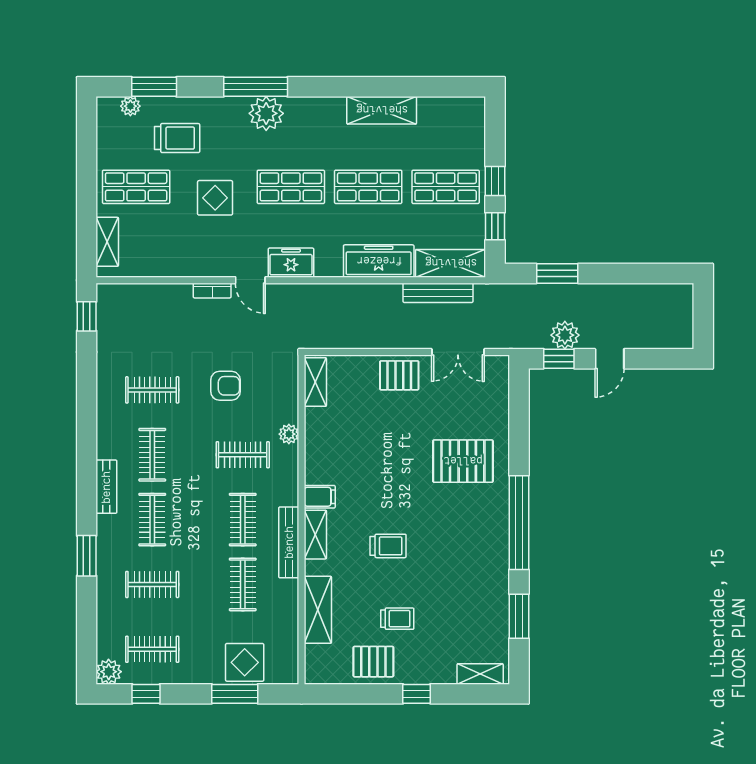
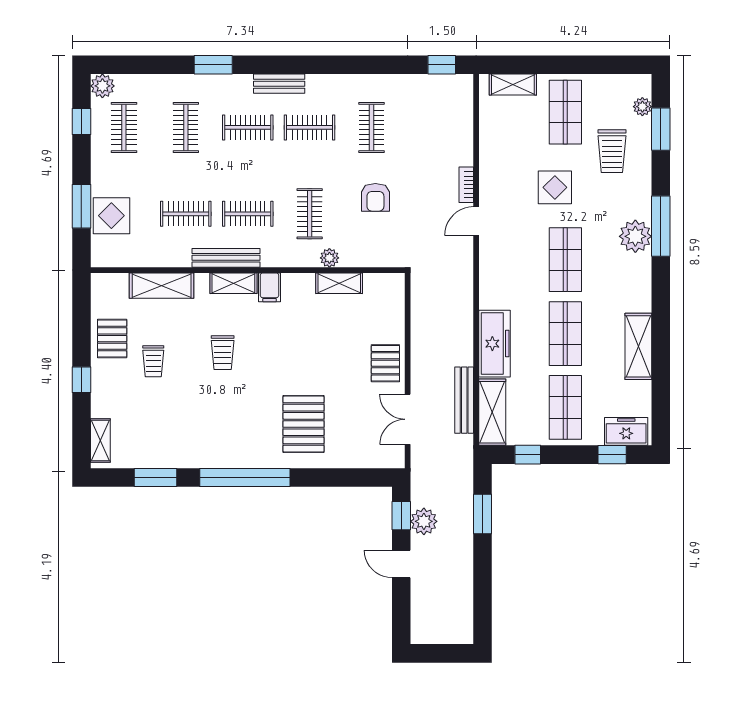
window: (495, 181) -> (612, 455), moved
freezer: (291, 263) -> (626, 431), moved, turned -90
shelving: (315, 382) -> (339, 283), moved

